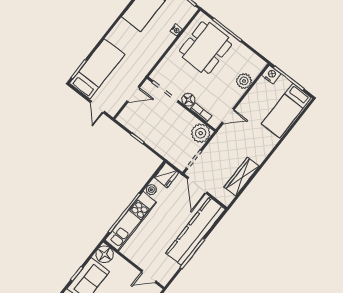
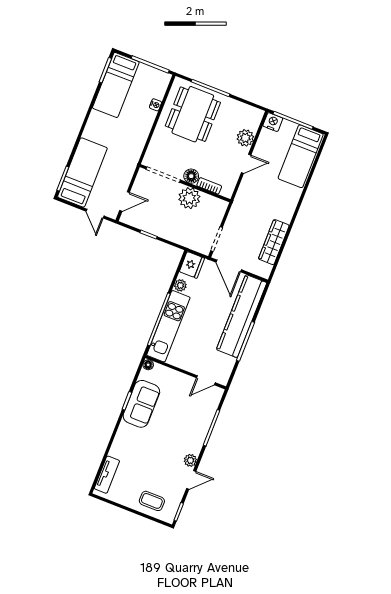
door: (133, 94) -> (125, 201), moved
door: (228, 116) -> (246, 164), moved
plant: (201, 133) -> (189, 198), moved
floor lamp: (105, 254) -> (148, 365), width x0.53, depth x0.53

